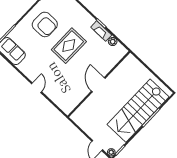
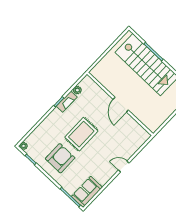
rug: (69, 46) -> (81, 134), turned 90
door: (98, 85) -> (121, 105), hinge flipped

